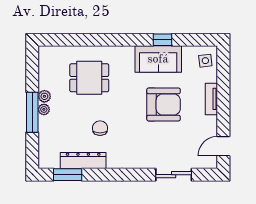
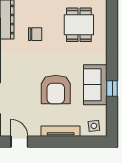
tv unit: (211, 99) -> (61, 131), width x1.41

